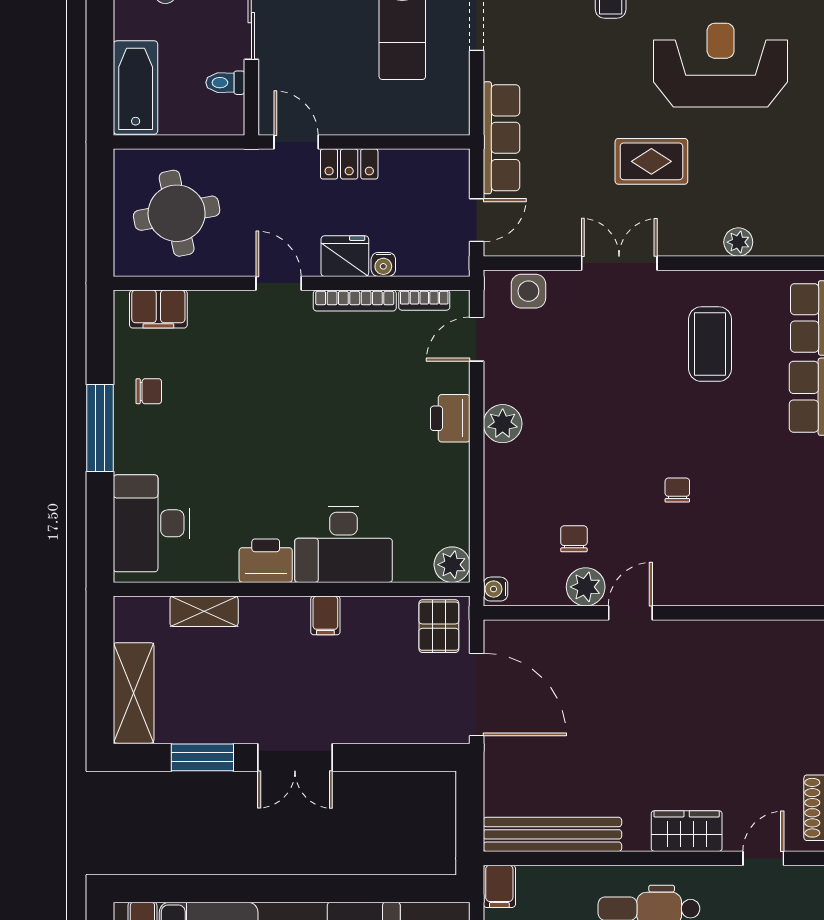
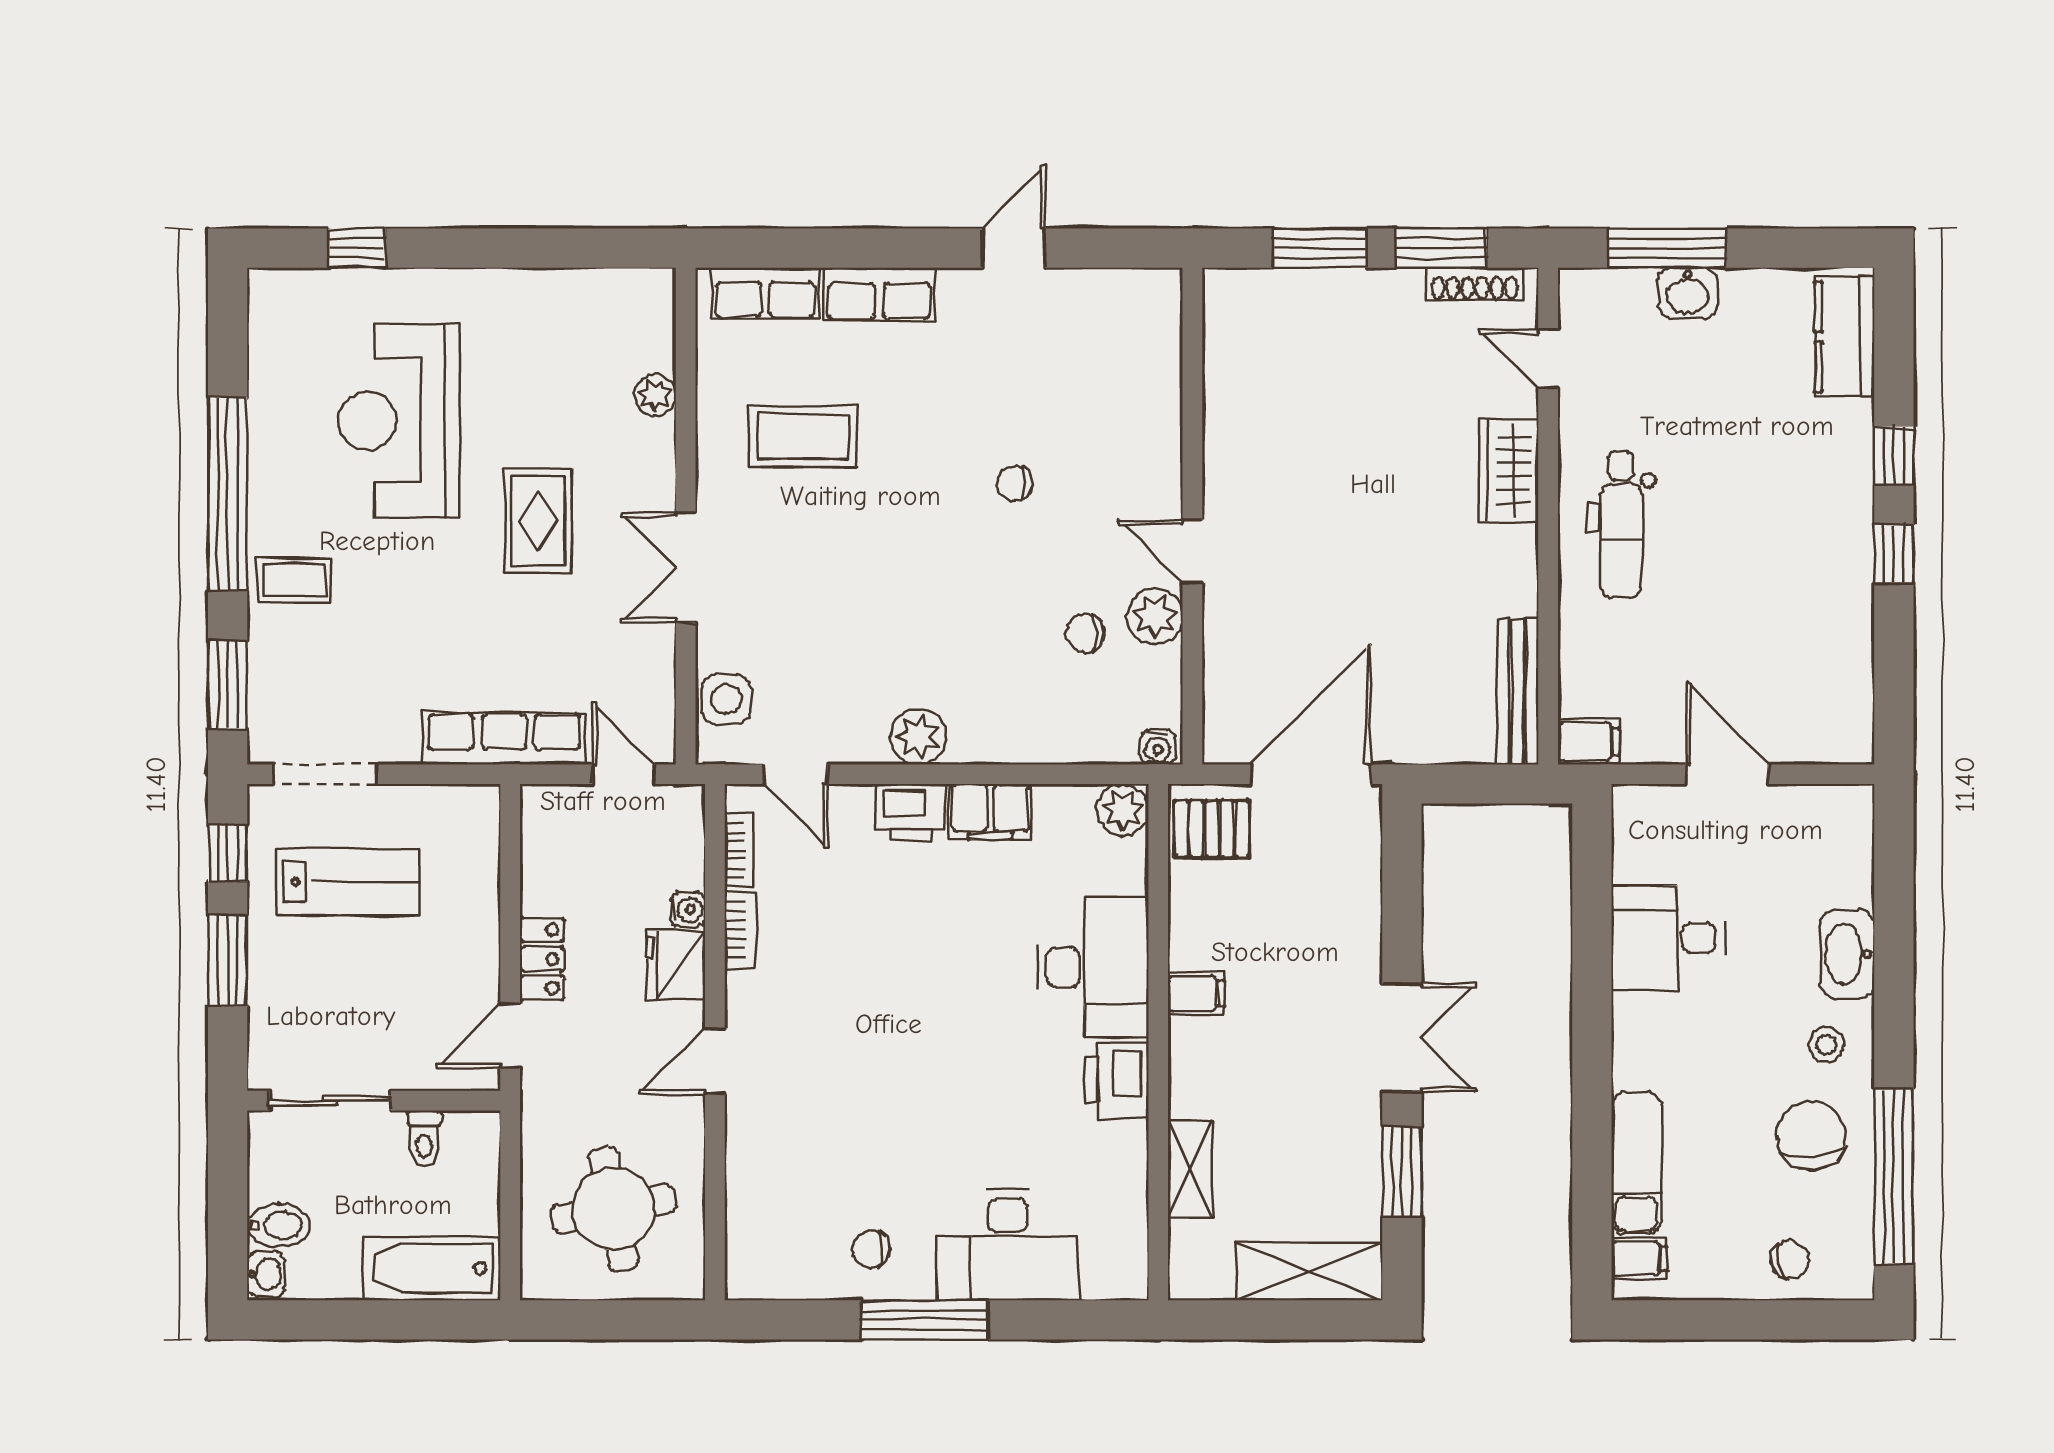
bookcase: (355, 301) -> (740, 929), width x0.64
filing cabinet: (158, 309) -> (991, 812), moved, turned 90
chair: (149, 391) -> (871, 1249), turned -90
desk: (152, 523) -> (1008, 1245), moved
bench: (552, 834) -> (1518, 691), width x0.73, depth x0.82

